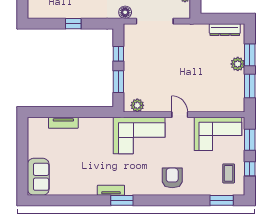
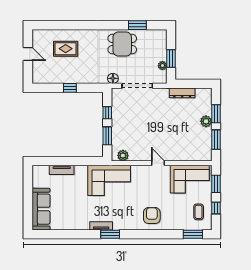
dresser: (225, 30) -> (182, 93), moved
corner sofa: (139, 135) -> (109, 180), moved
sofa: (38, 177) -> (41, 209), width x1.36

